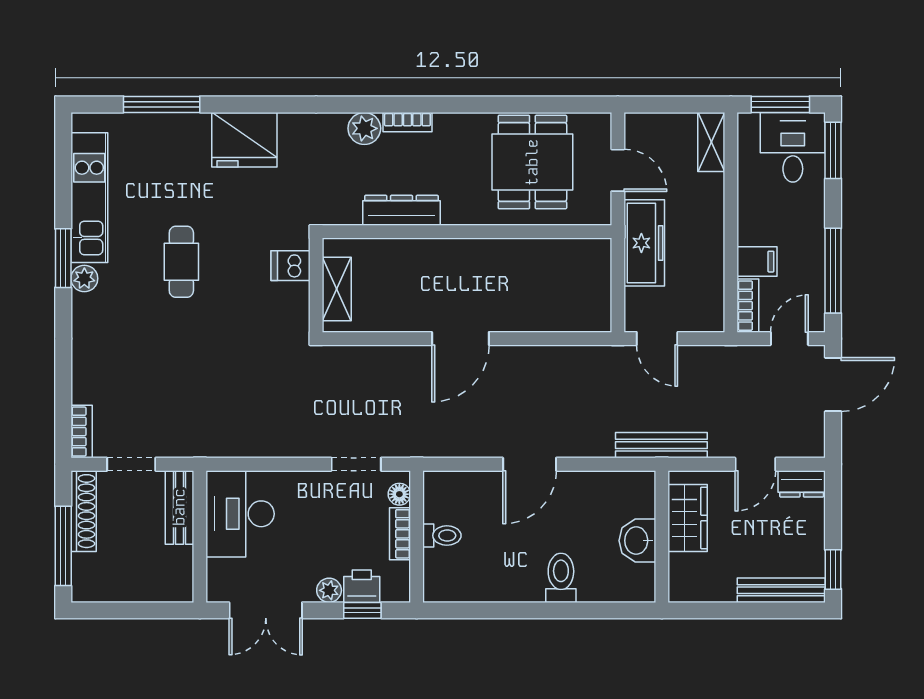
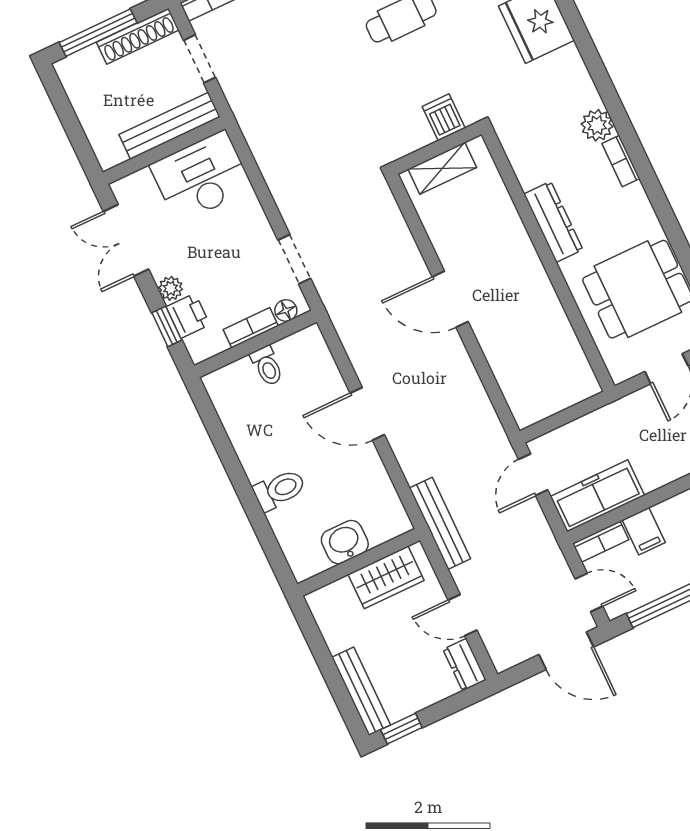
dresser: (402, 210) -> (553, 222), moved
freezer: (644, 243) -> (598, 496), moved, turned 180
bench: (179, 507) -> (170, 126), width x1.36

